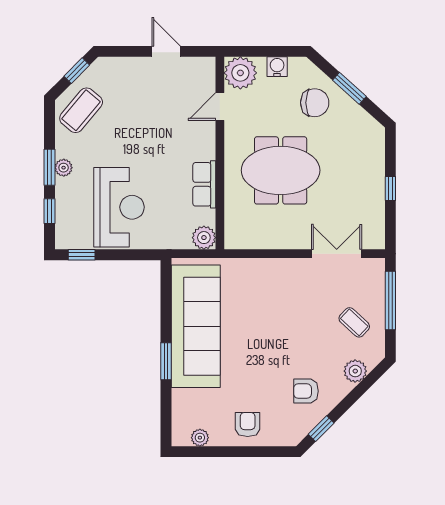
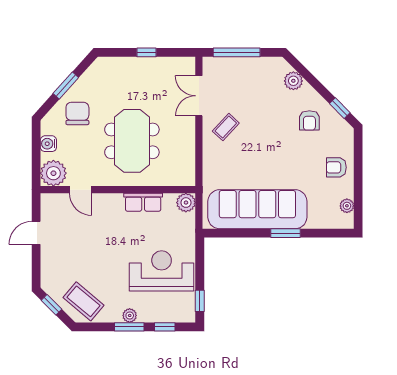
coffee table: (354, 322) -> (226, 127), moved

